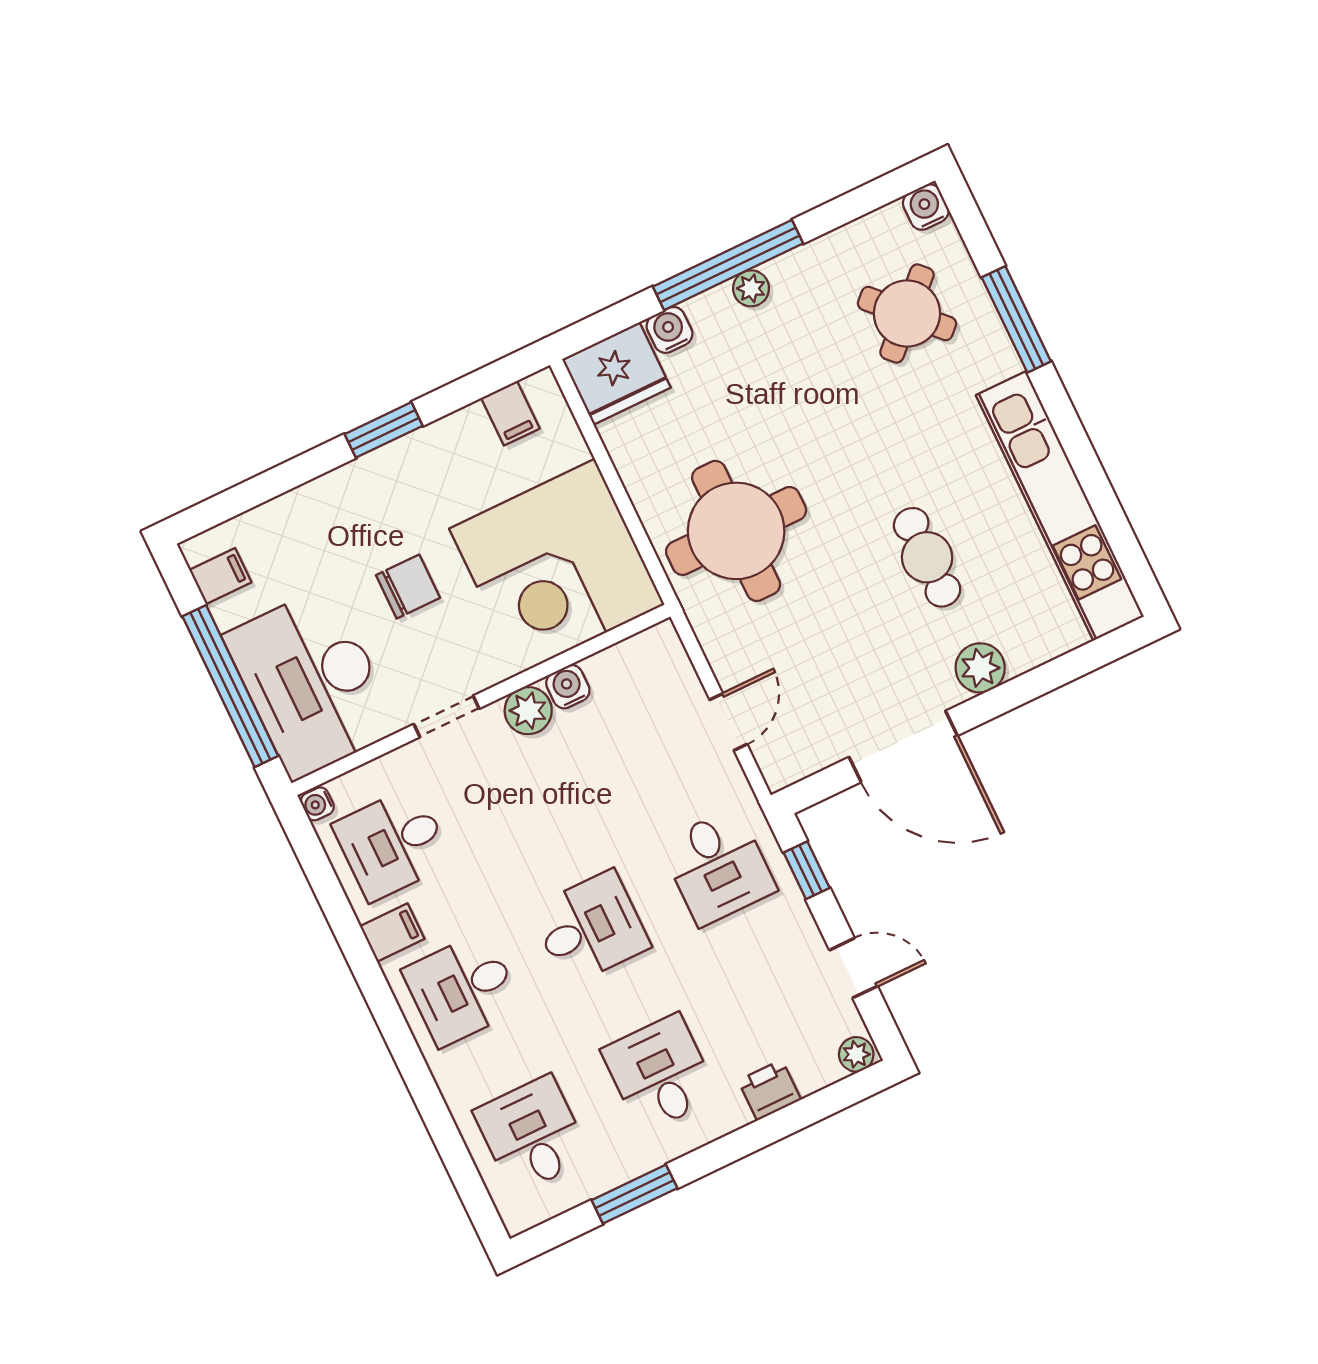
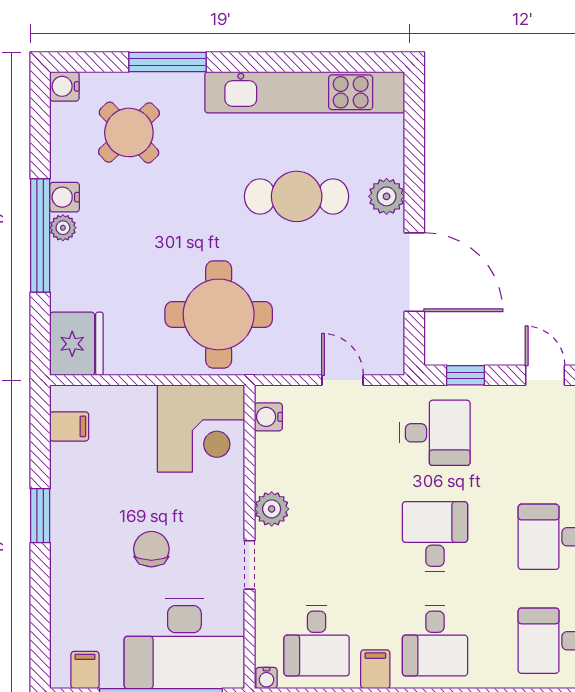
water cooler: (669, 330) -> (65, 197), moved
cafe table: (927, 557) -> (297, 196), width x1.37, depth x1.35
corner desk: (557, 567) -> (201, 429), width x0.74, depth x0.74
water cooler: (568, 687) -> (268, 417), moved
door: (903, 746) -> (414, 272), hinge flipped
door: (854, 968) -> (545, 375), hinge flipped

